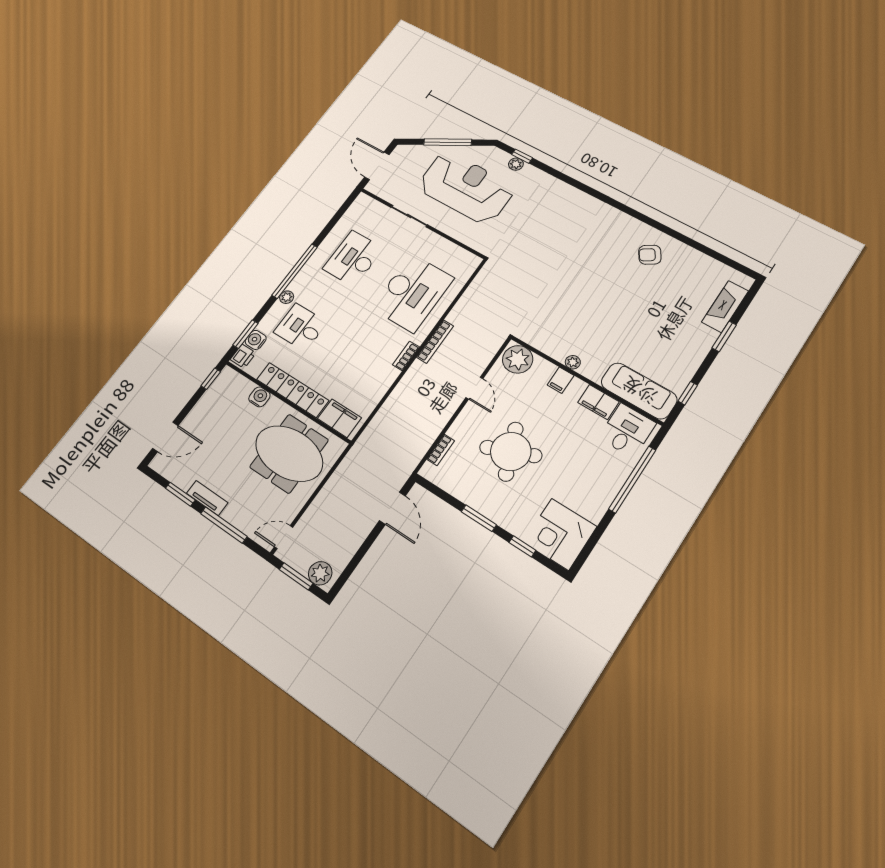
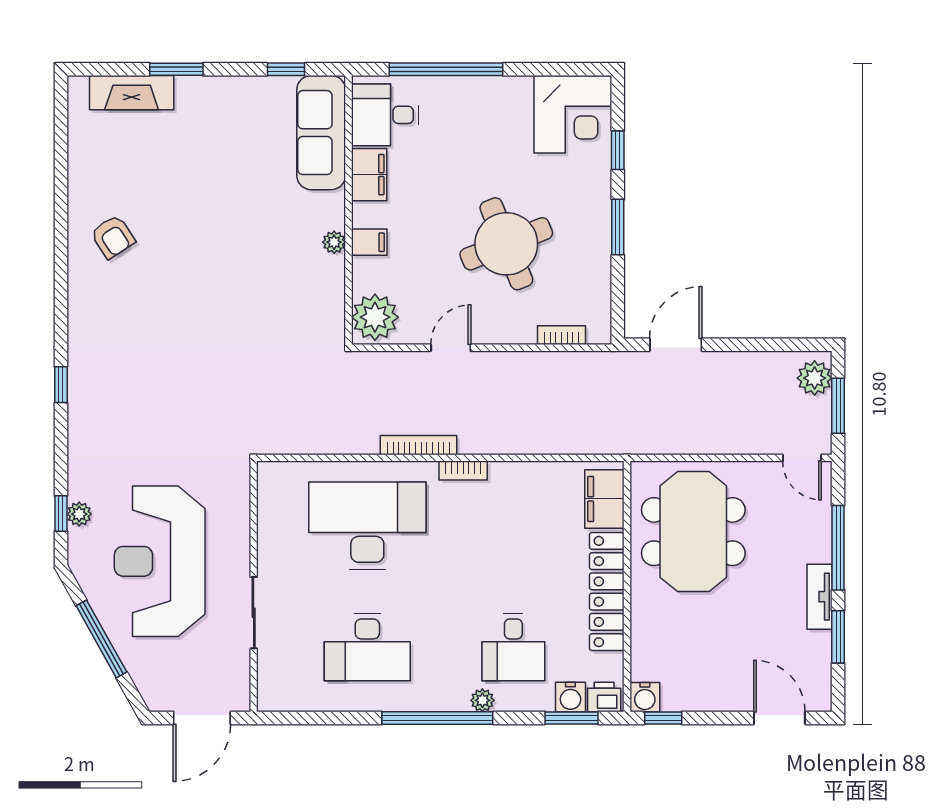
window: (588, 190) -> (61, 385), added
water cooler: (259, 397) -> (645, 697), moved, turned -90

